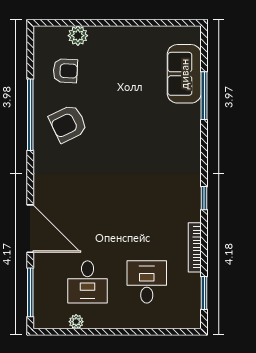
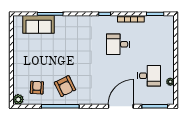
plant: (78, 36) -> (18, 99), moved
desk: (147, 282) -> (118, 44), moved

